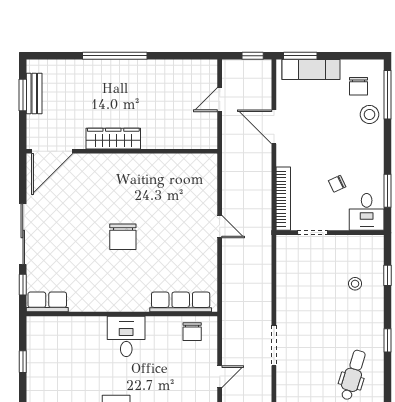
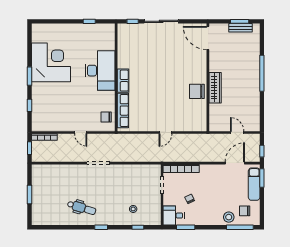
door: (274, 127) -> (235, 163), moved
wardrobe: (113, 139) -> (215, 88), moved
chair: (123, 237) -> (197, 91), moved
row of seats: (47, 302) -> (123, 81), moved
desk: (126, 336) -> (100, 71), width x1.87, depth x1.30

